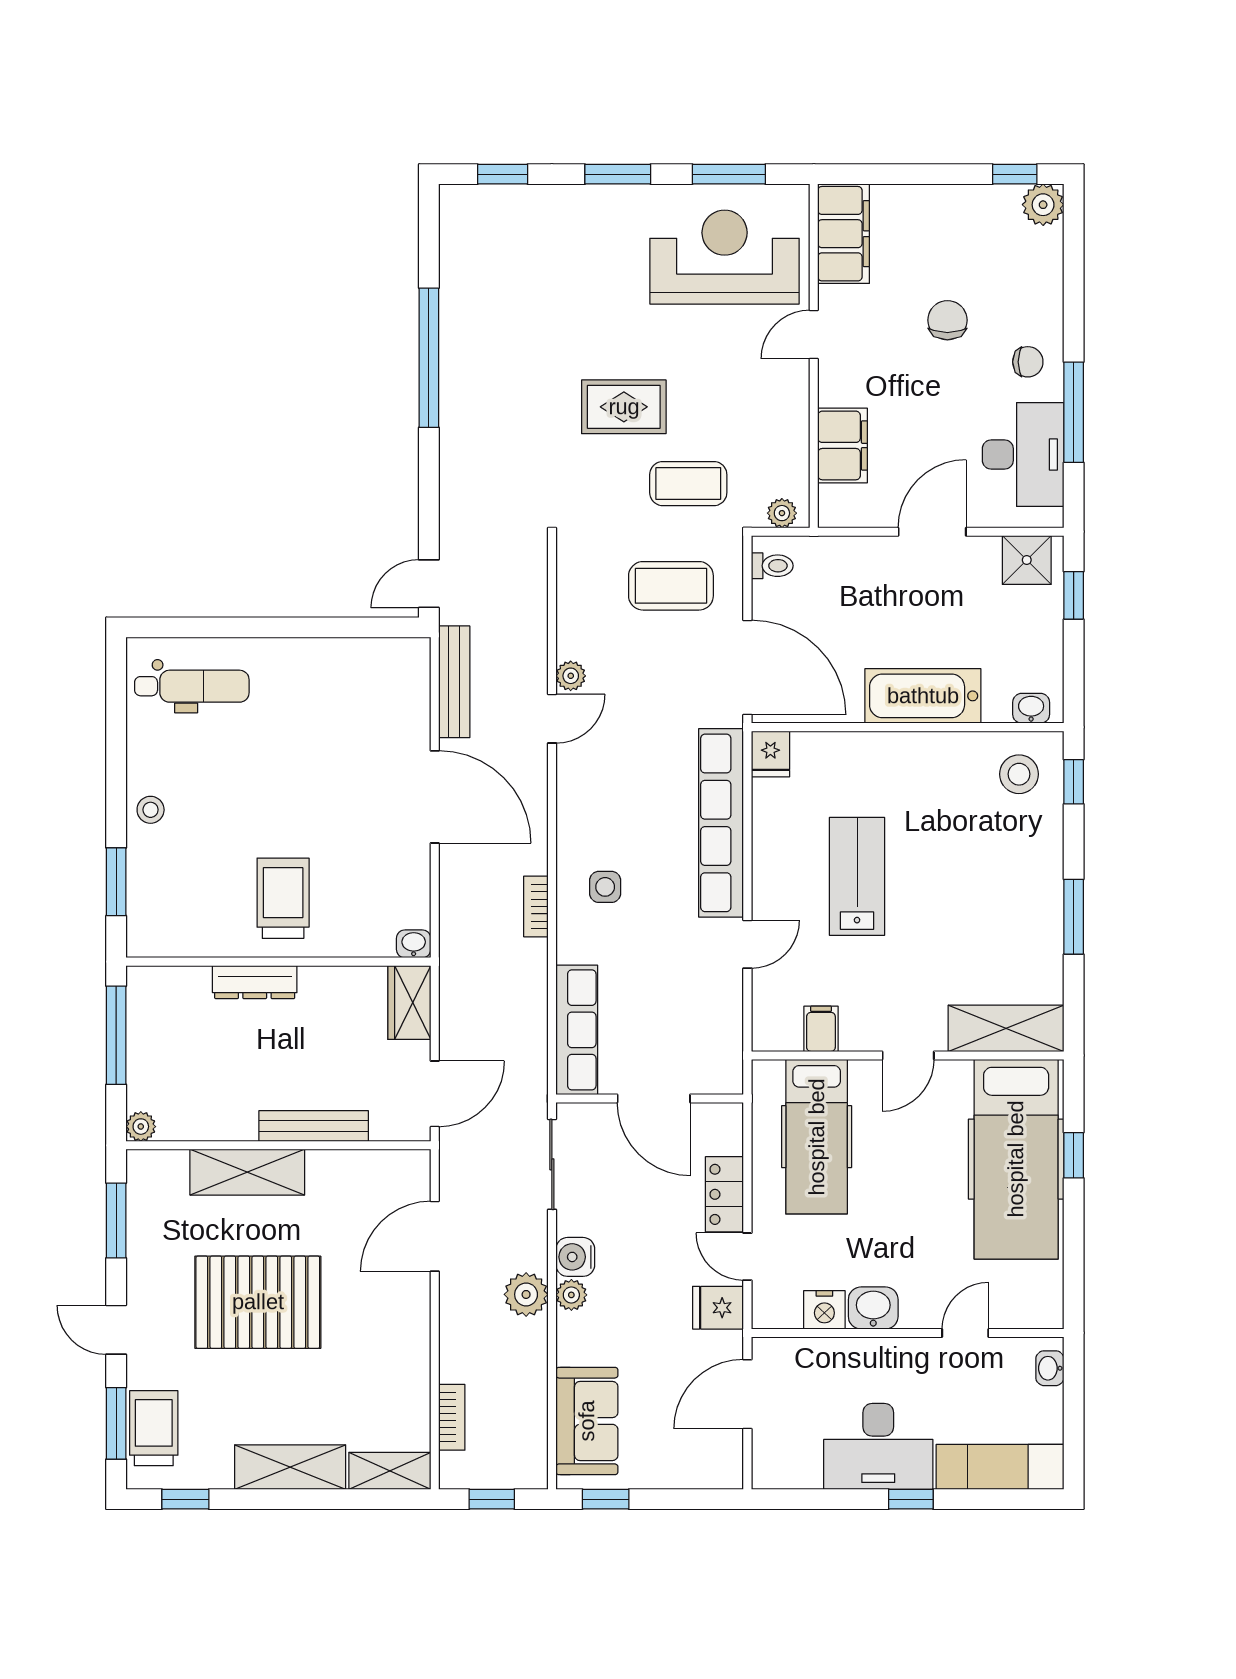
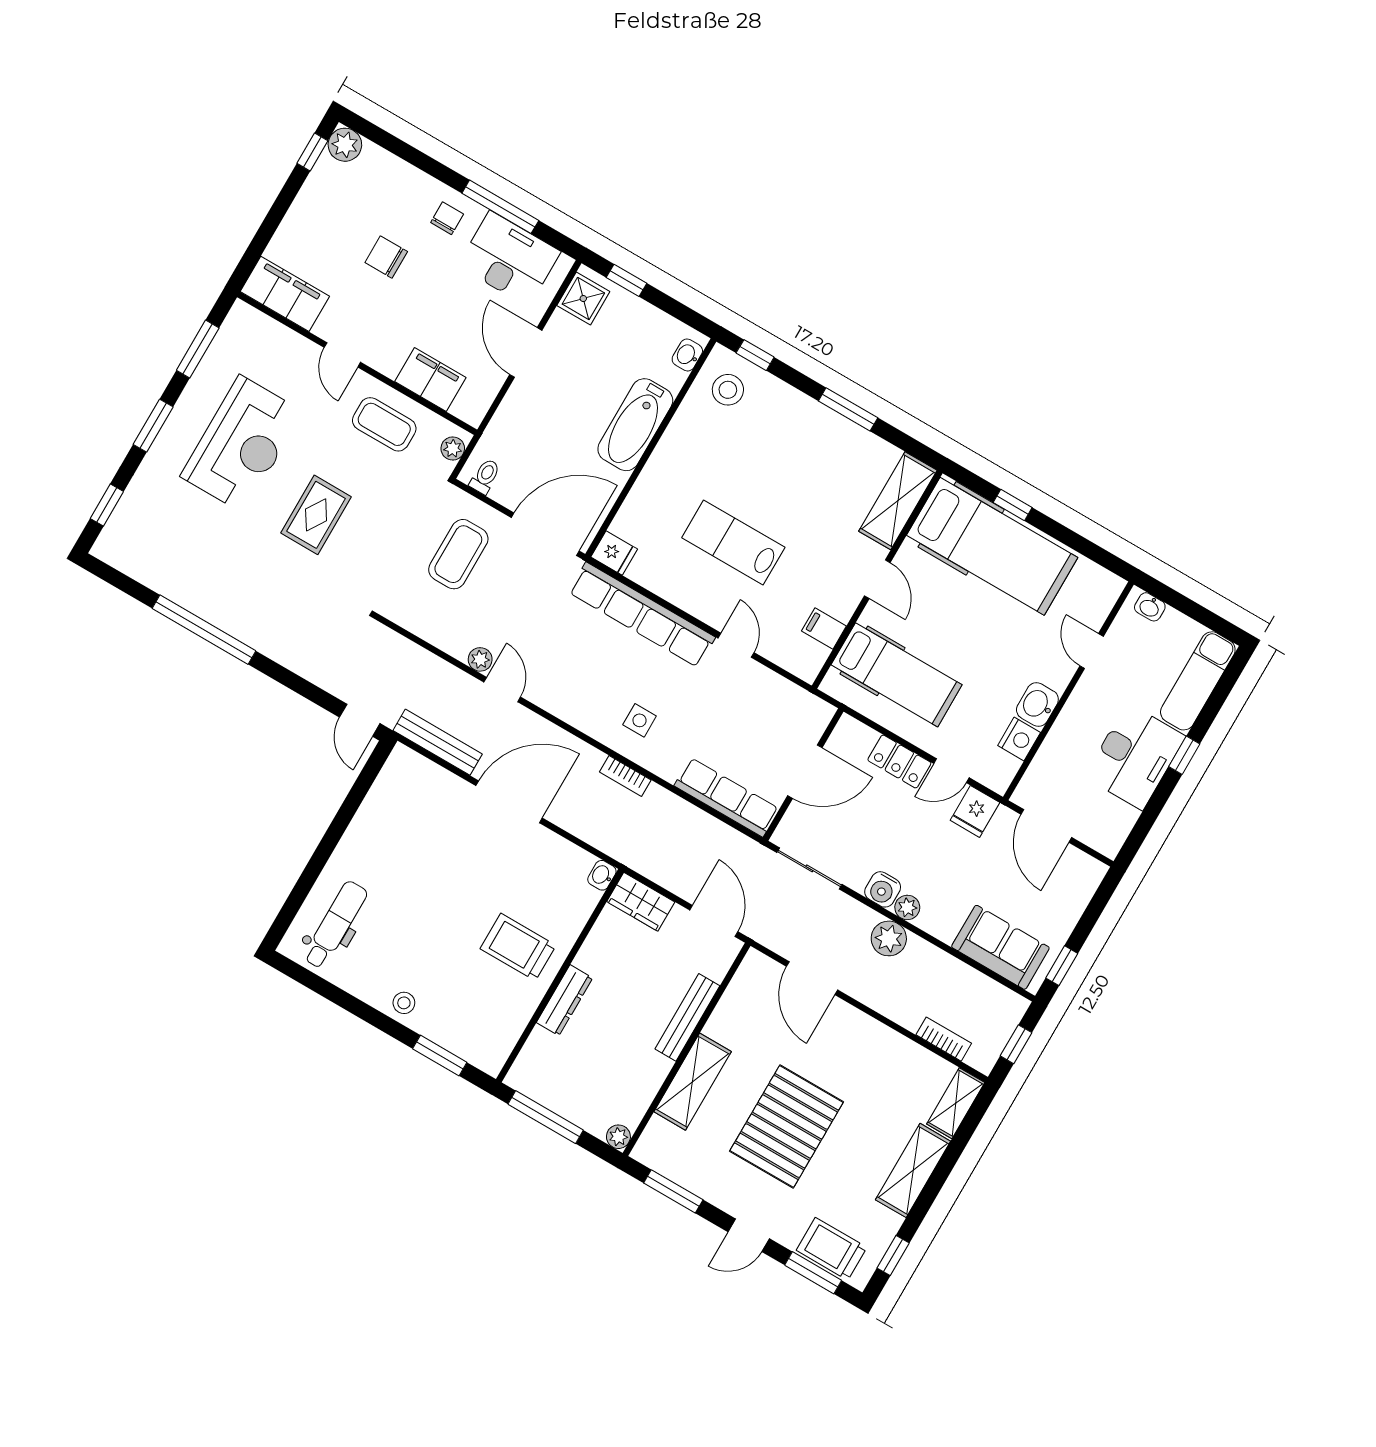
reception desk: (725, 257) -> (242, 444), moved, turned 180
coffee table: (688, 484) -> (384, 424), moved, turned 90

